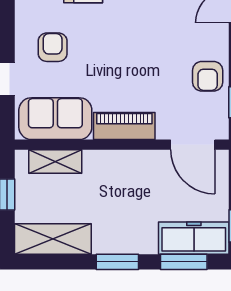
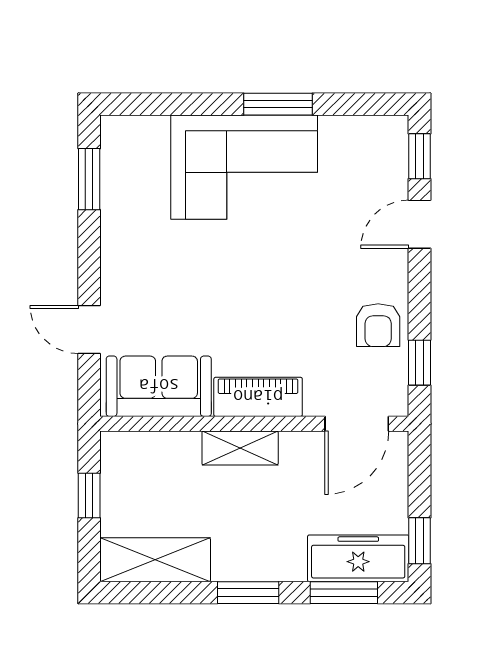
armchair: (53, 47) -> (155, 283), removed
door: (193, 145) -> (357, 424), hinge flipped
shelving: (55, 162) -> (240, 448), moved

